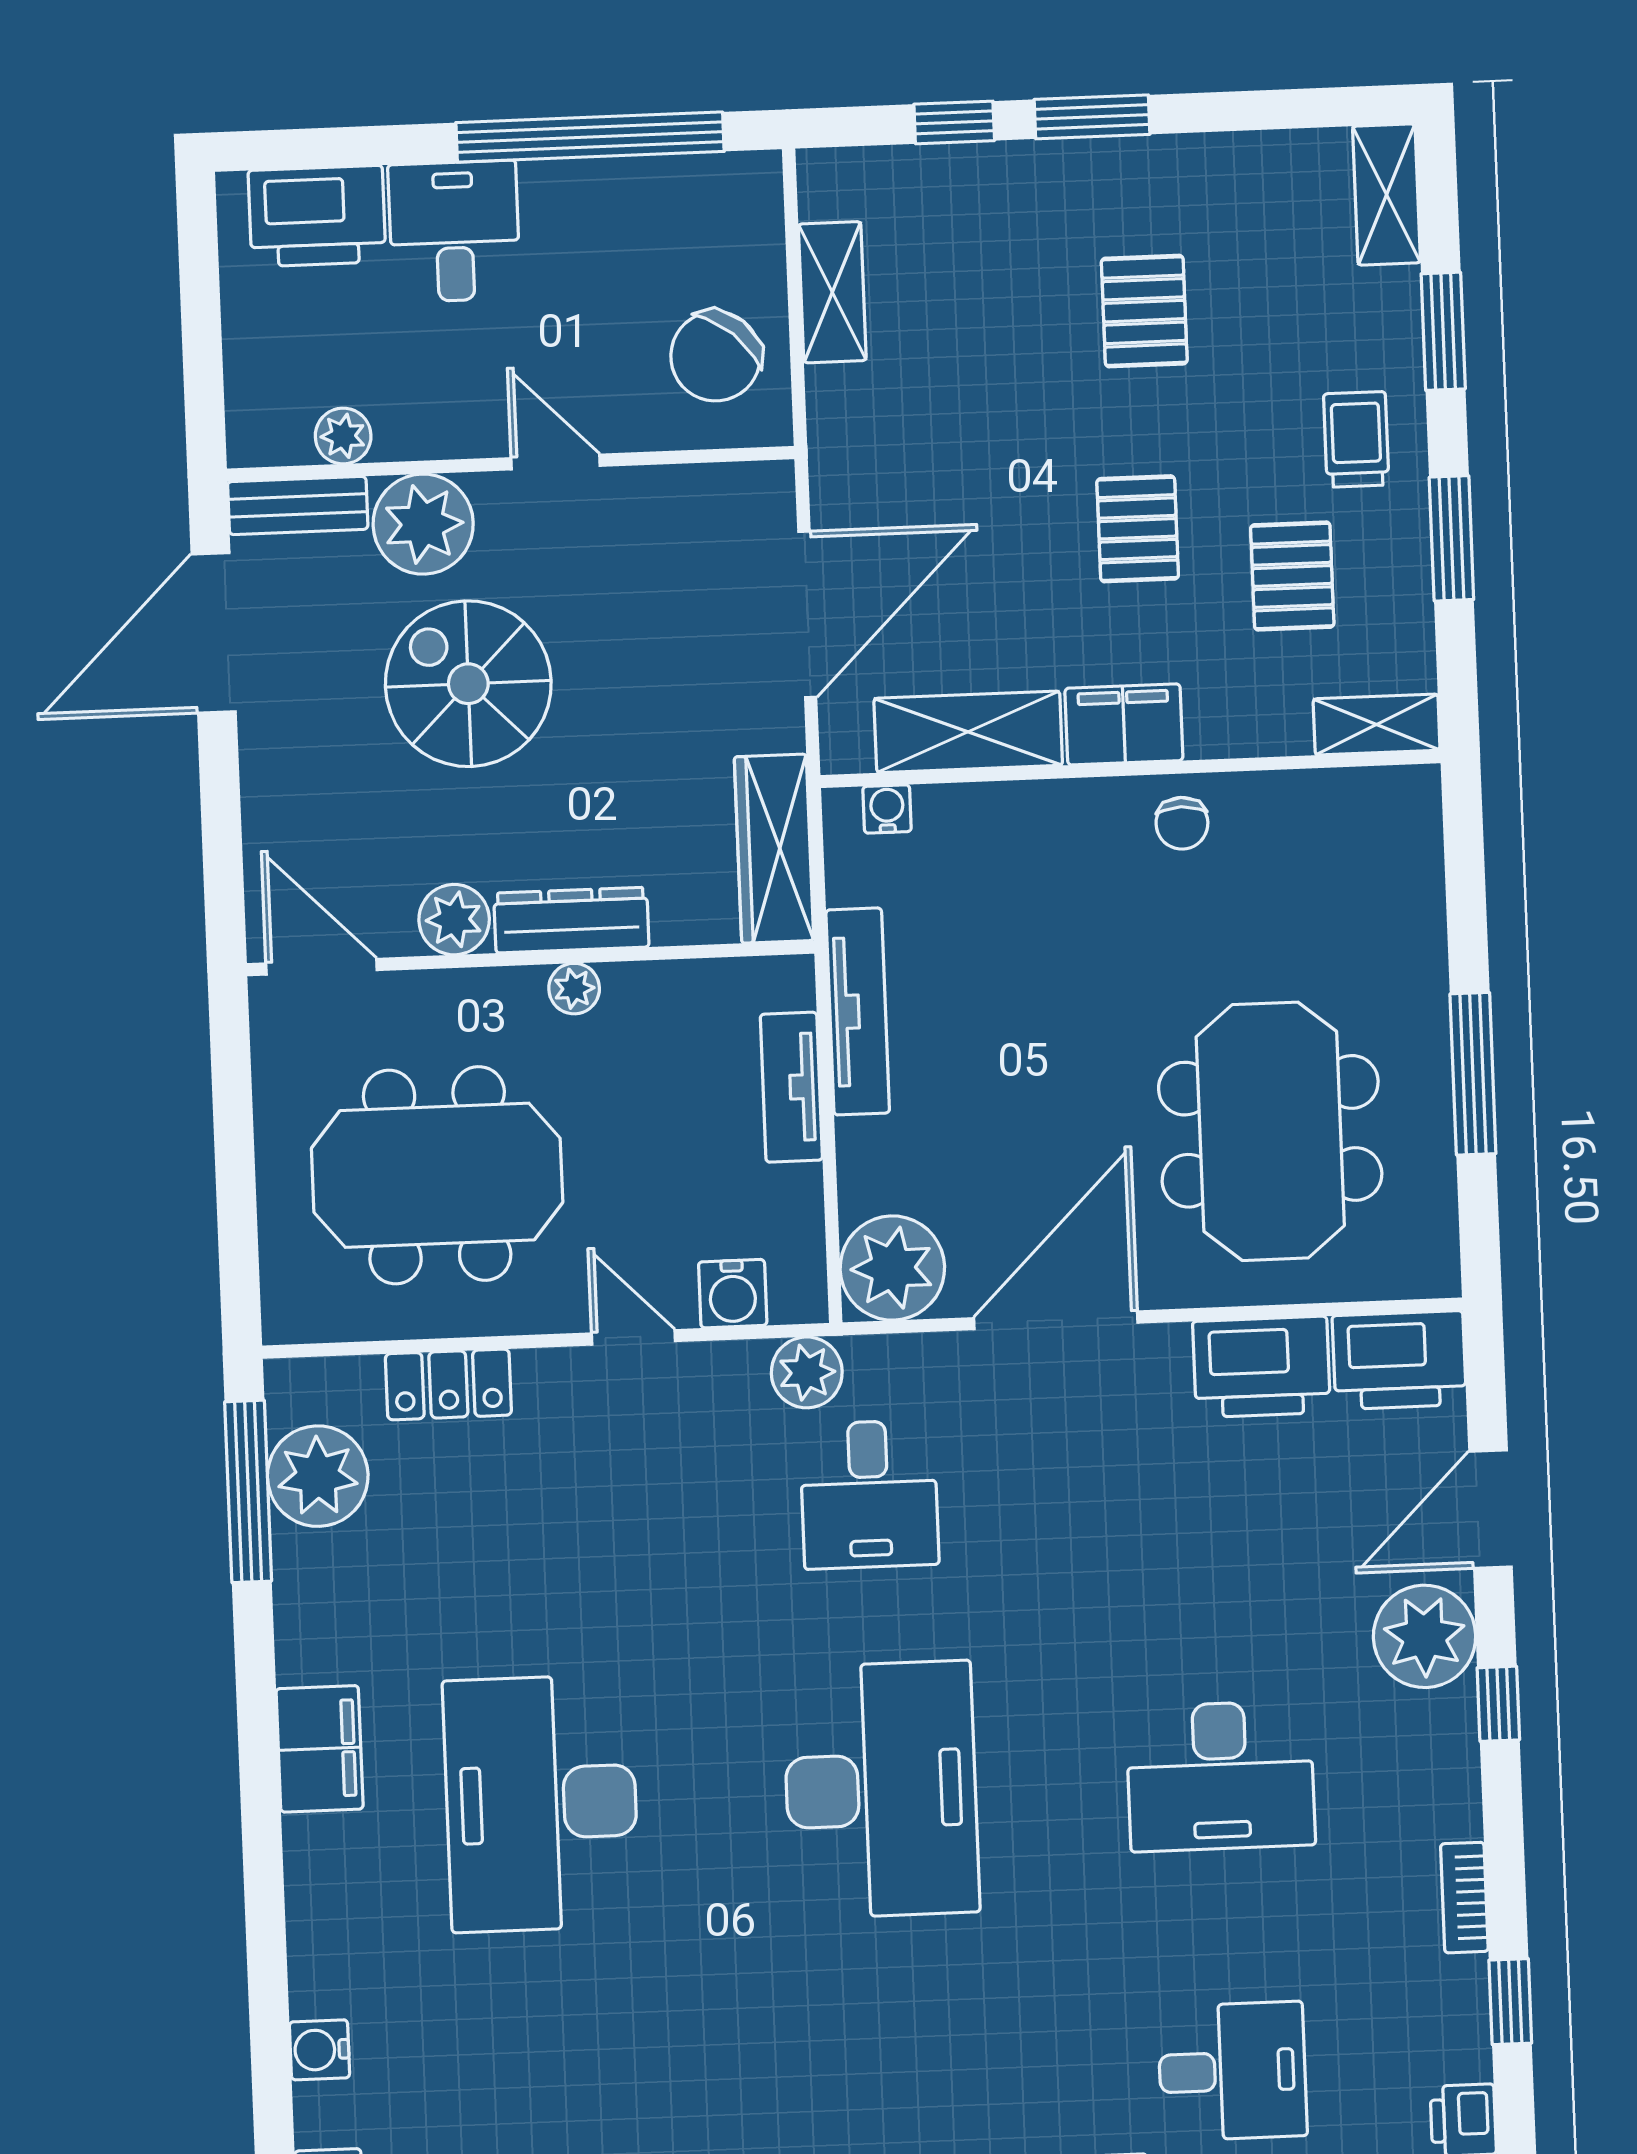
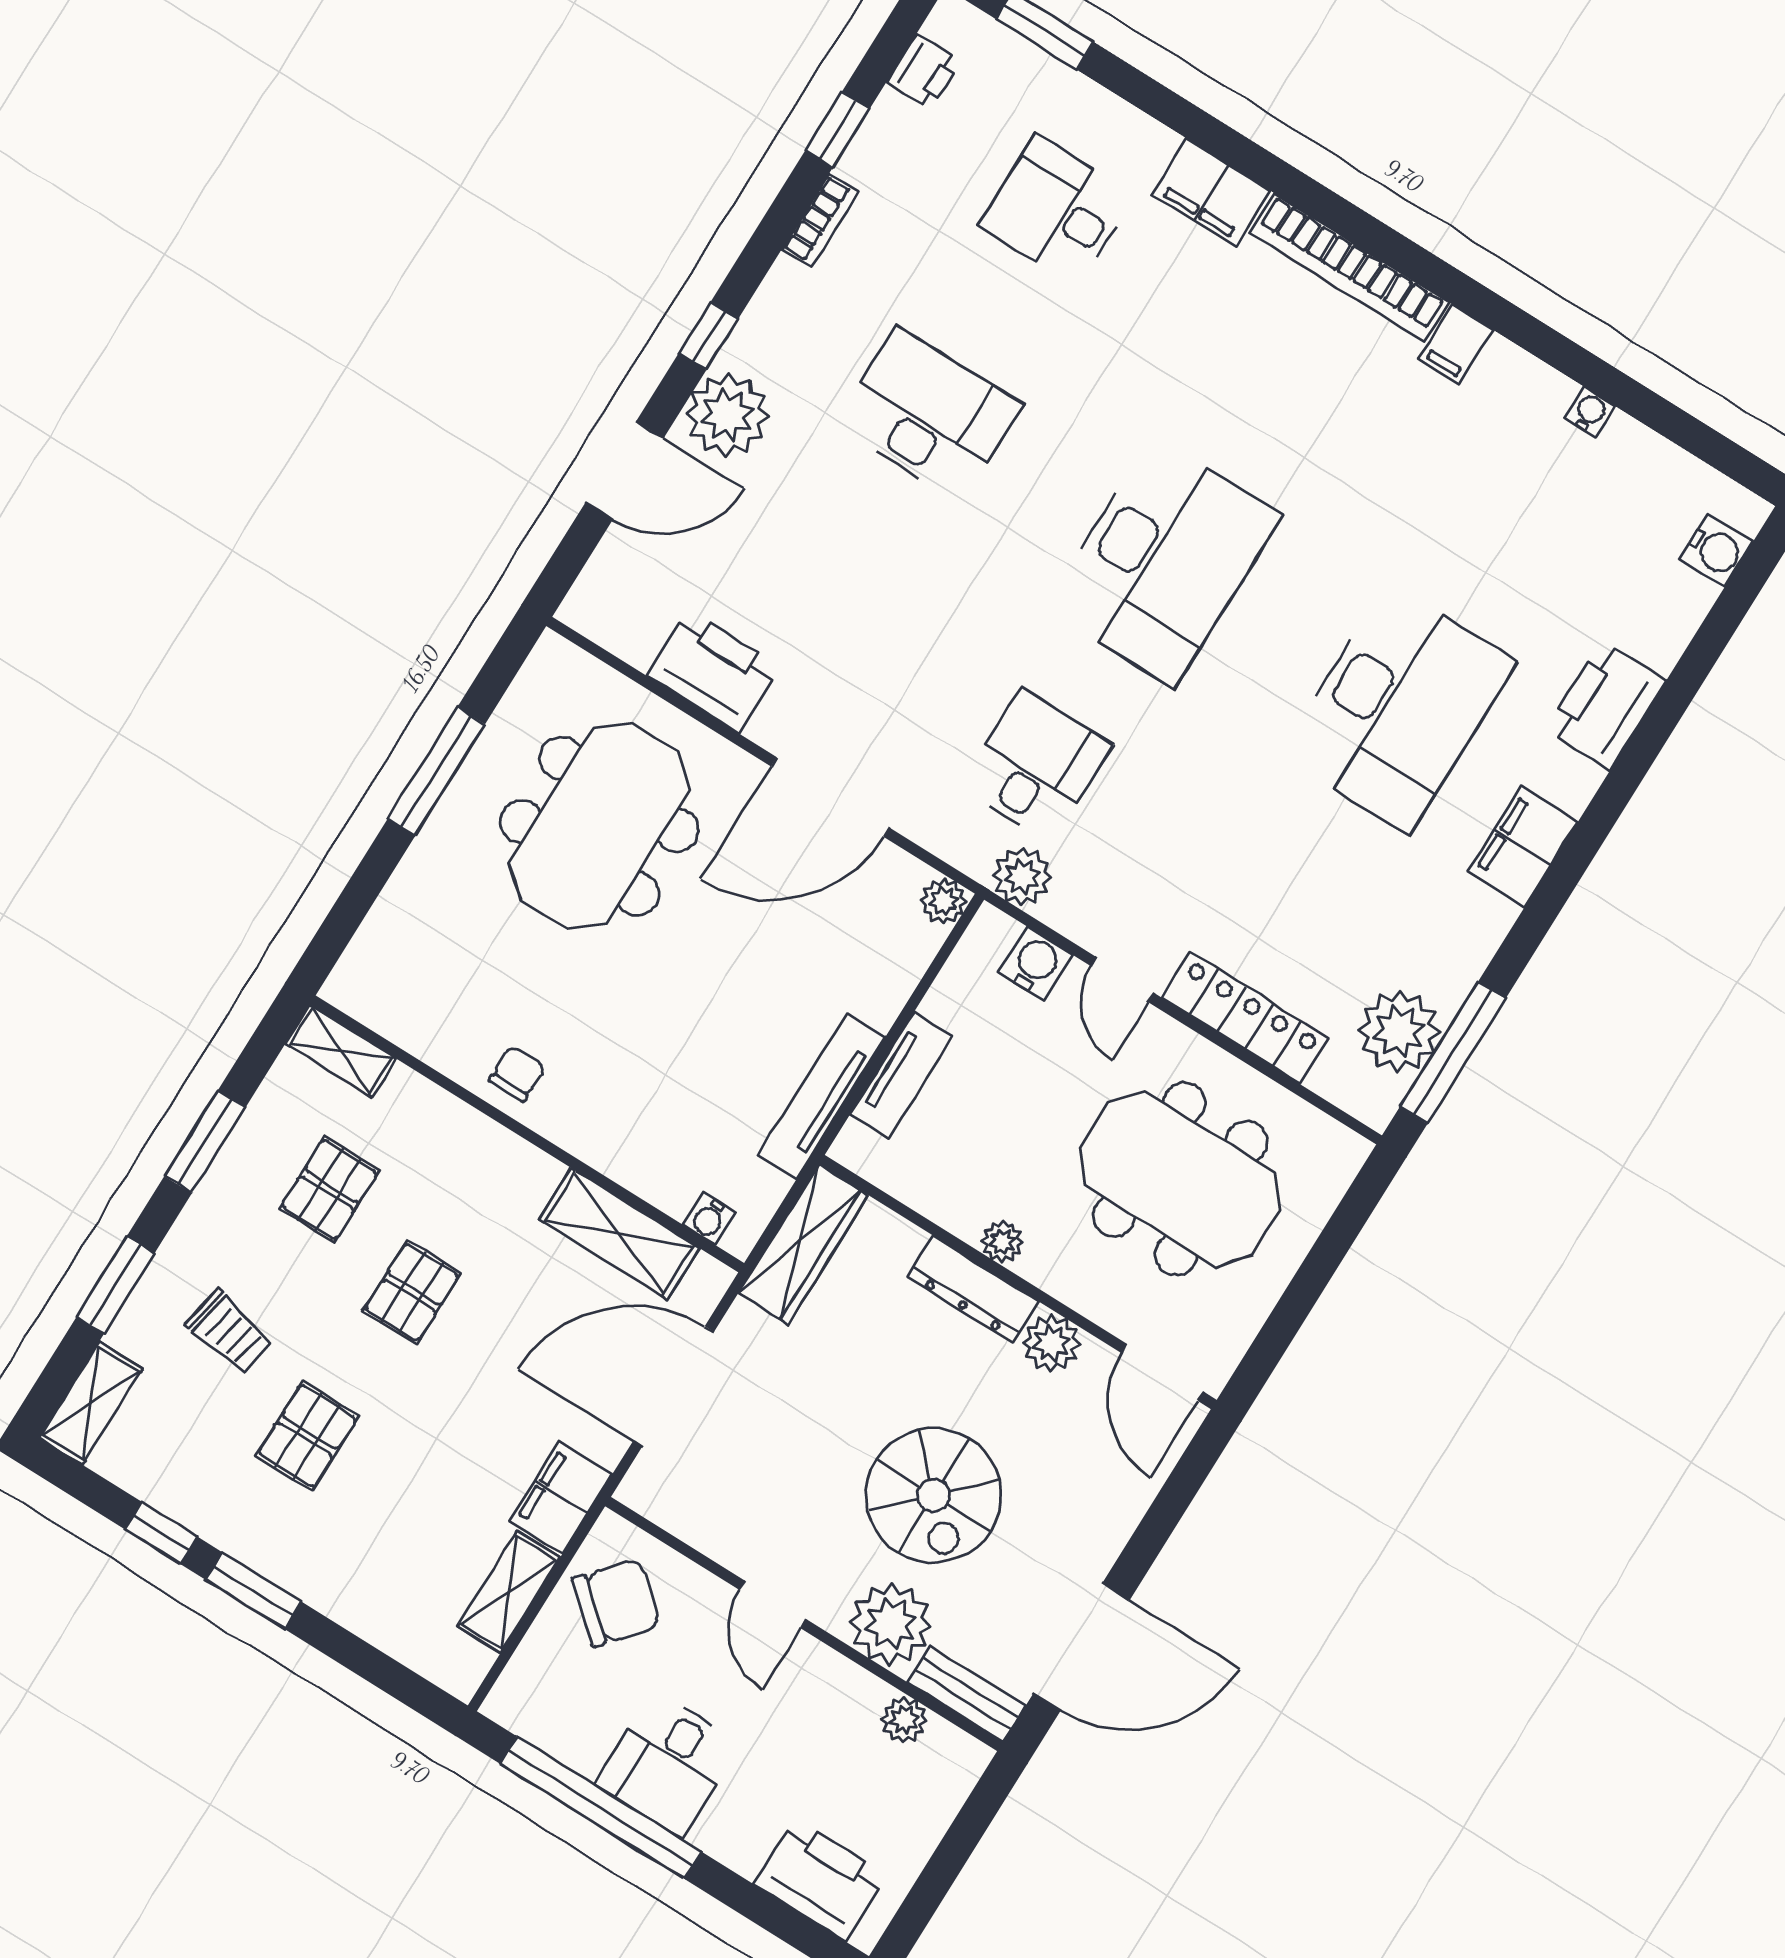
window: (954, 122) -> (161, 1533), moved
desk: (454, 231) -> (668, 1764), moved
trolley: (1356, 439) -> (229, 1332), moved, turned -79
filing cabinet: (1124, 724) -> (561, 1497), moved, turned 90
plant: (892, 1268) -> (944, 901), width x0.53, depth x0.53
printer: (1399, 1360) -> (1606, 705), moved, turned -90
locker: (448, 1384) -> (1245, 1018), width x1.53
desk: (881, 1790) -> (1164, 561), turned 180
water cooler: (319, 2050) -> (1661, 644), removed

